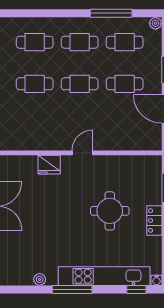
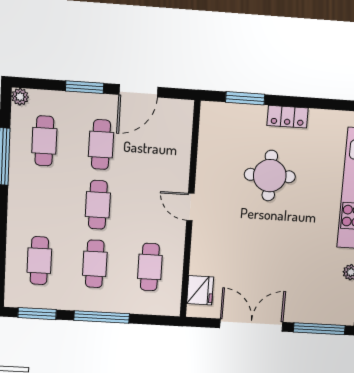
cafe table: (80, 42) -> (150, 267), moved
fridge: (49, 165) -> (200, 290), moved

